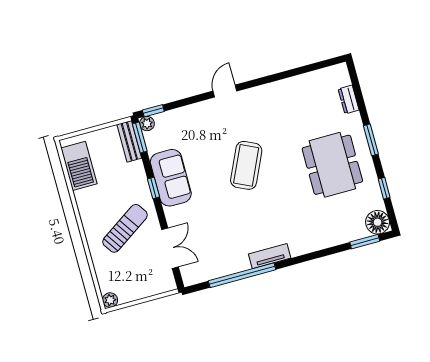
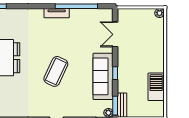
barbecue: (79, 166) -> (156, 87), moved
sofa: (171, 178) -> (103, 76), width x1.36
sun lounger: (125, 228) -> (139, 54), removed

